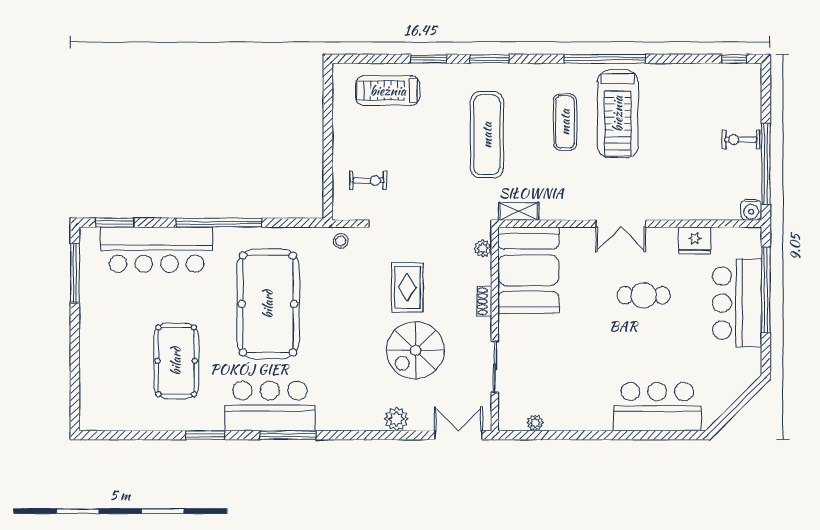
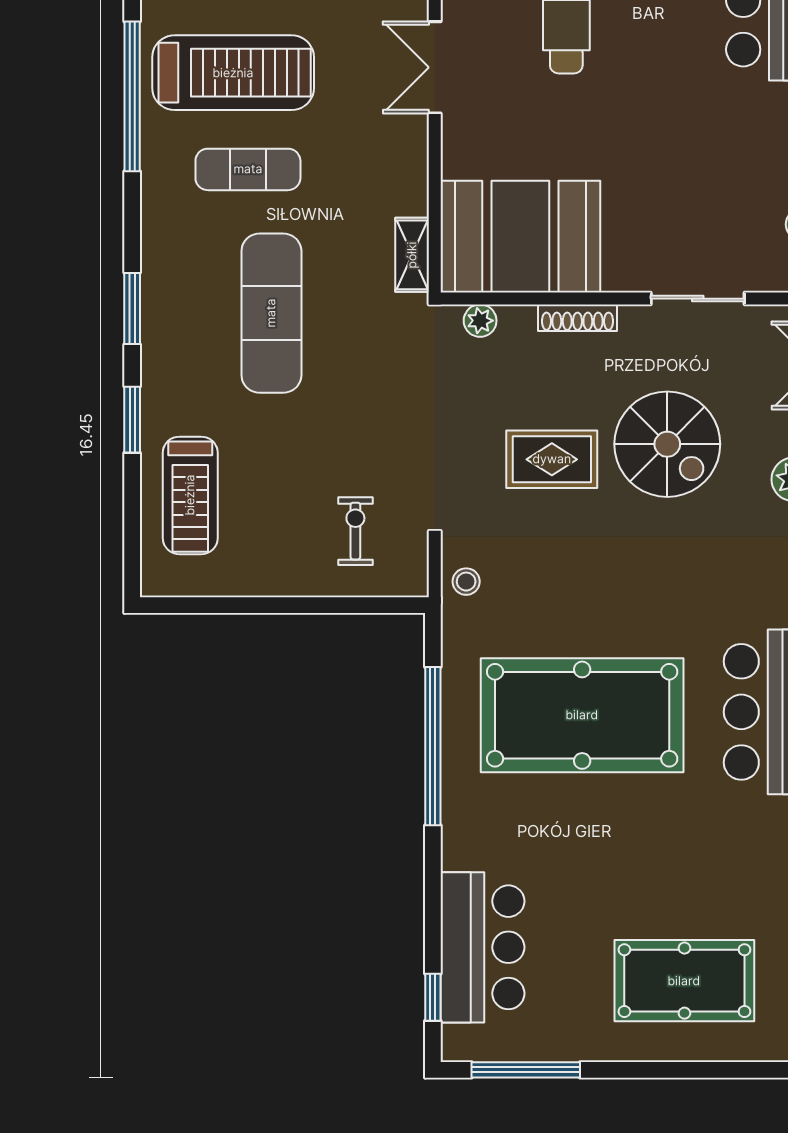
exercise mat: (487, 135) -> (271, 313), turned 90
window: (115, 223) -> (433, 997), width x0.67
window: (219, 223) -> (433, 746), moved
double door: (621, 224) -> (435, 67), swing flipped
bar counter: (157, 250) -> (482, 947), width x0.73
shoe rack: (484, 301) -> (578, 318), width x1.43
pool table: (176, 361) -> (684, 981), moved

